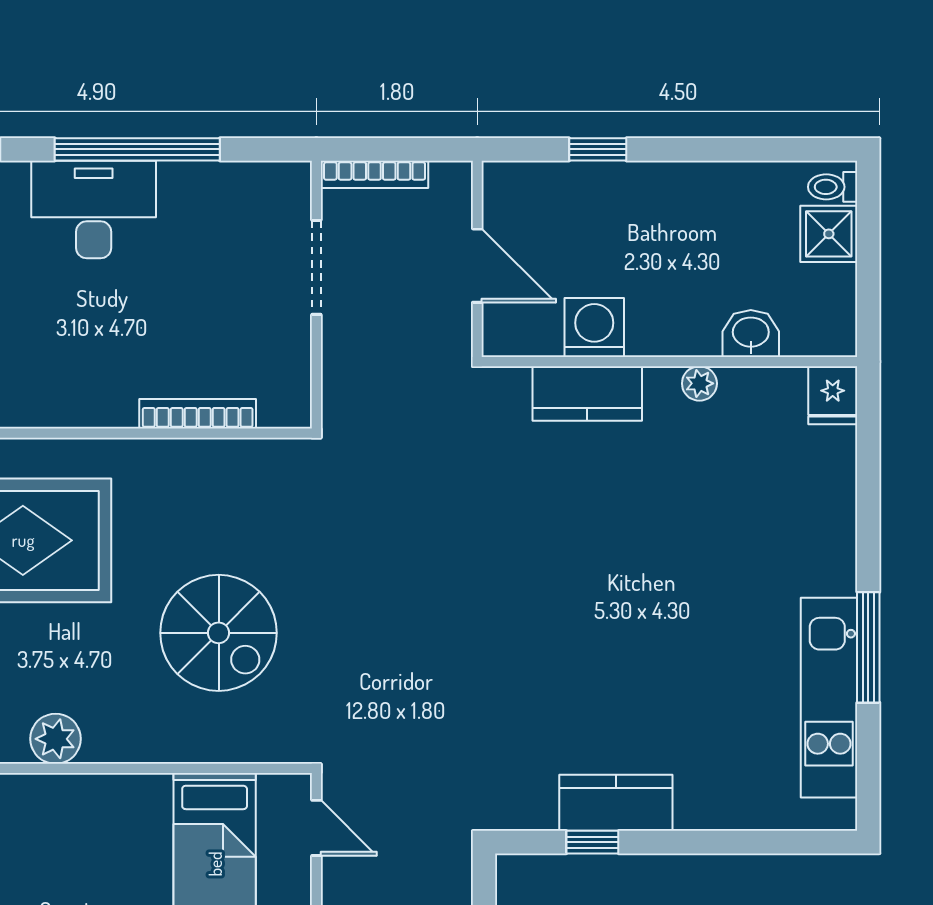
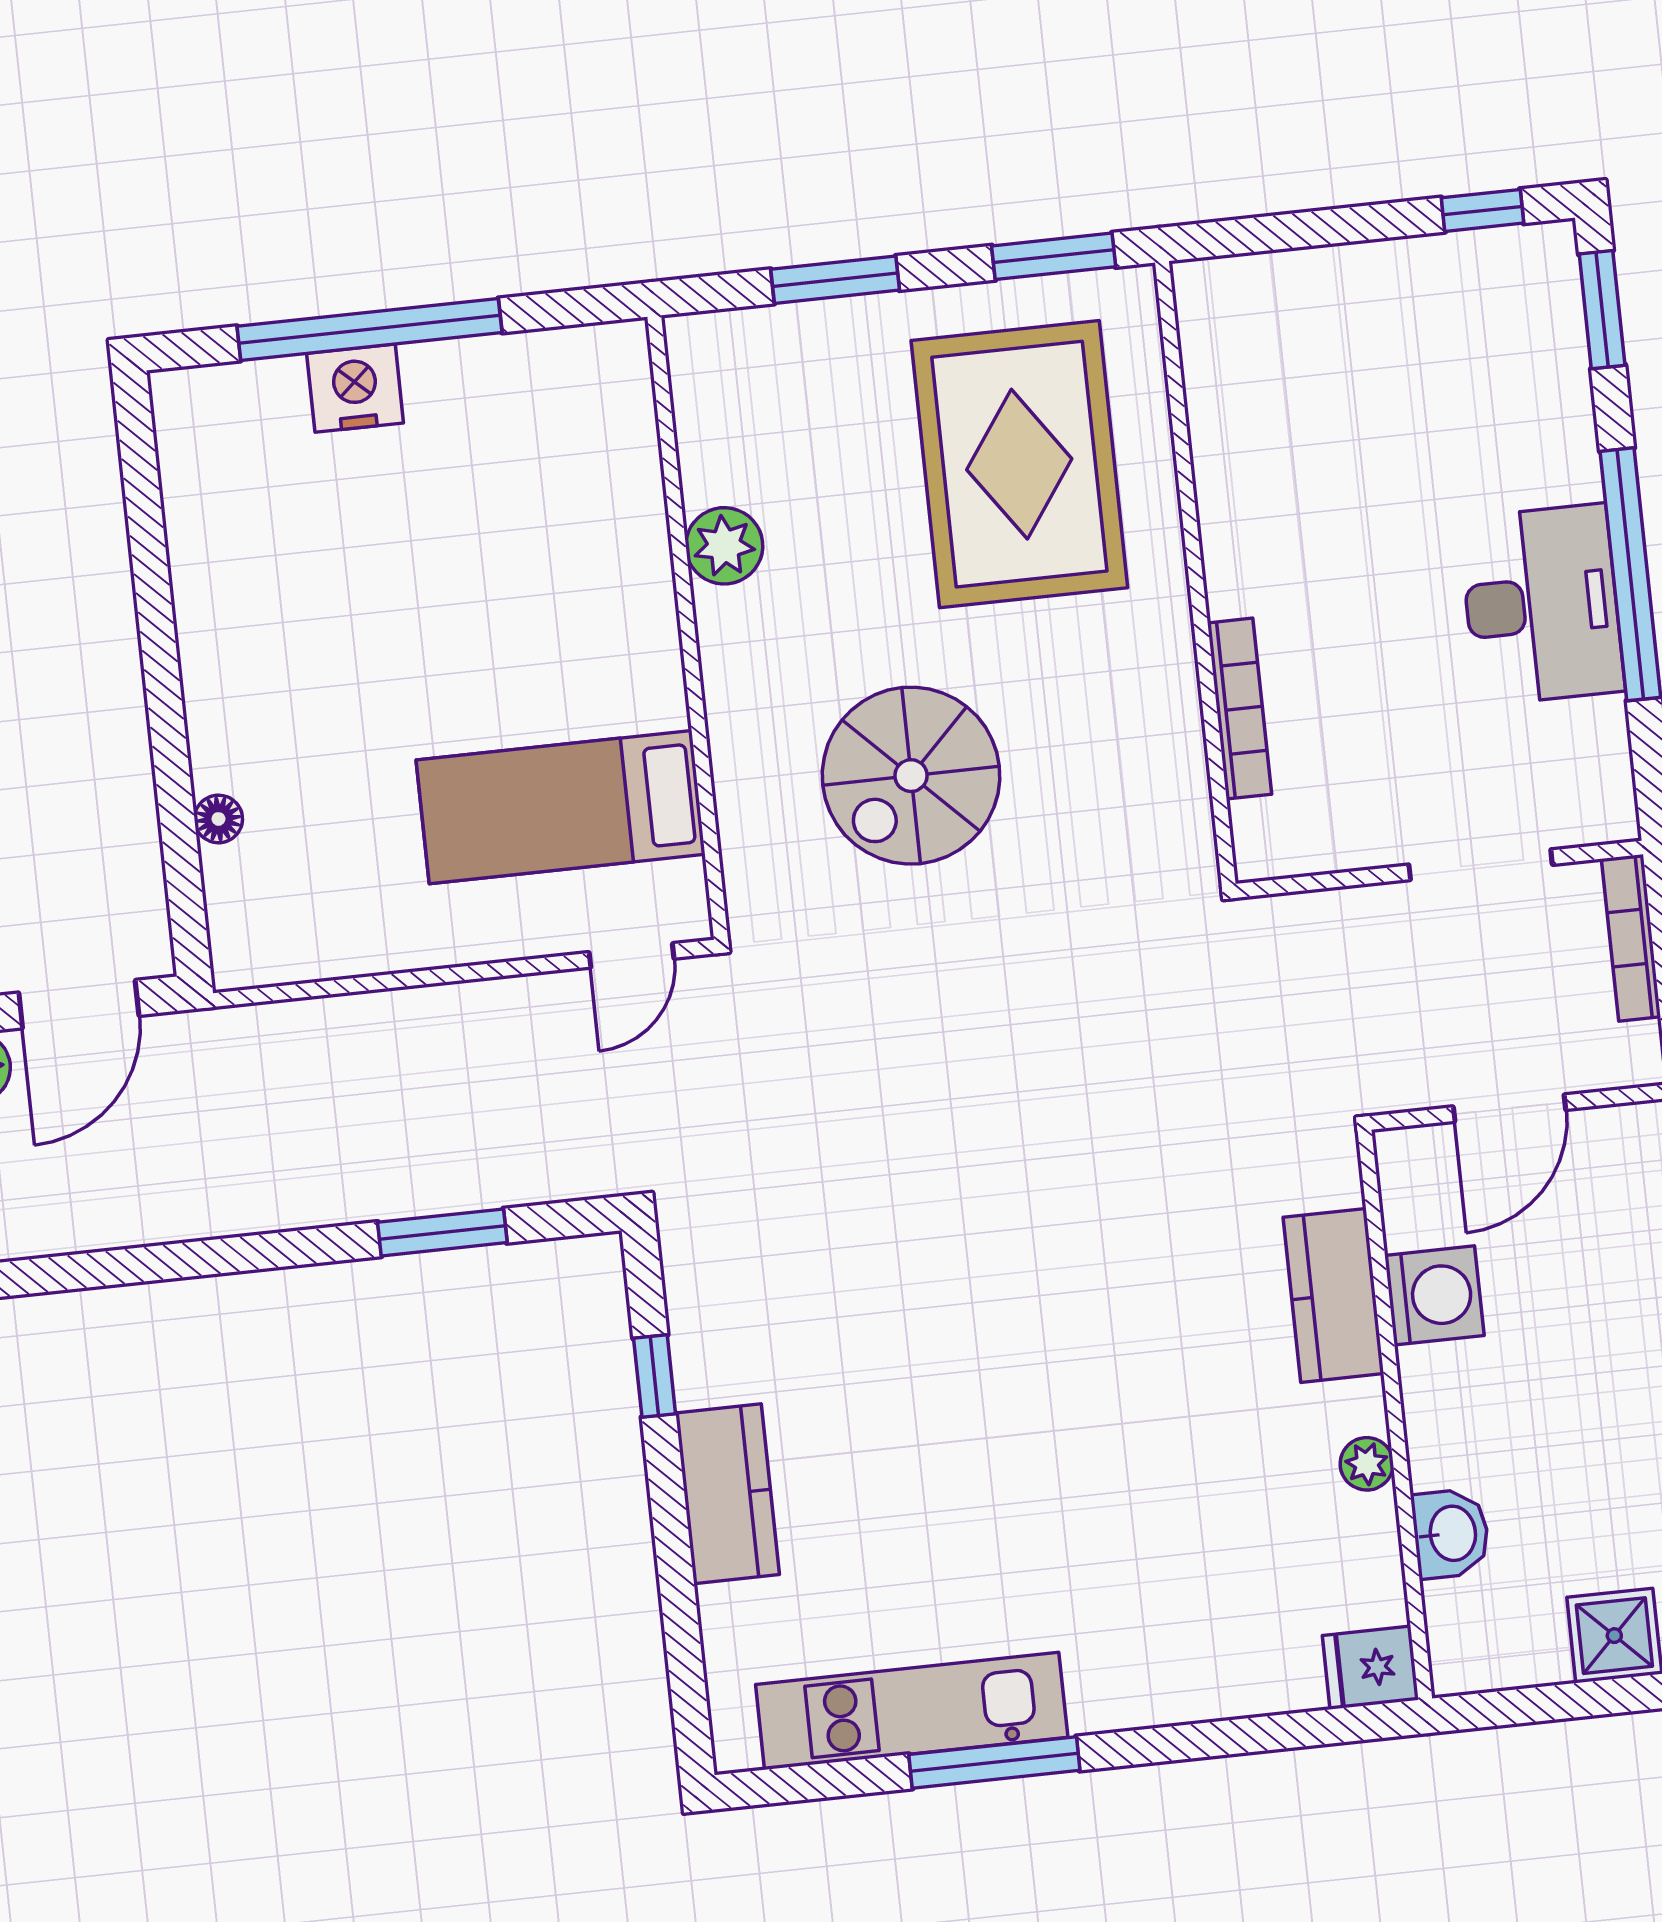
desk: (94, 209) -> (1542, 605), moved
kitchen counter: (616, 803) -> (727, 1494), moved

